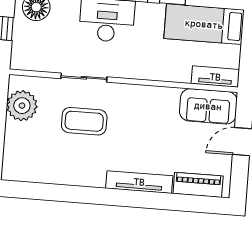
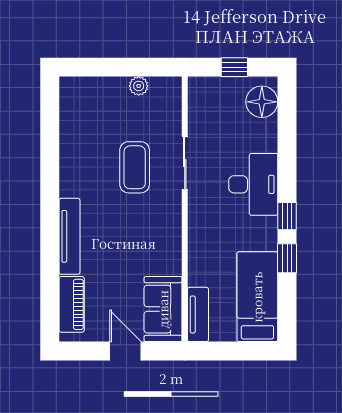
plant: (22, 106) -> (139, 86), width x0.53, depth x0.53

